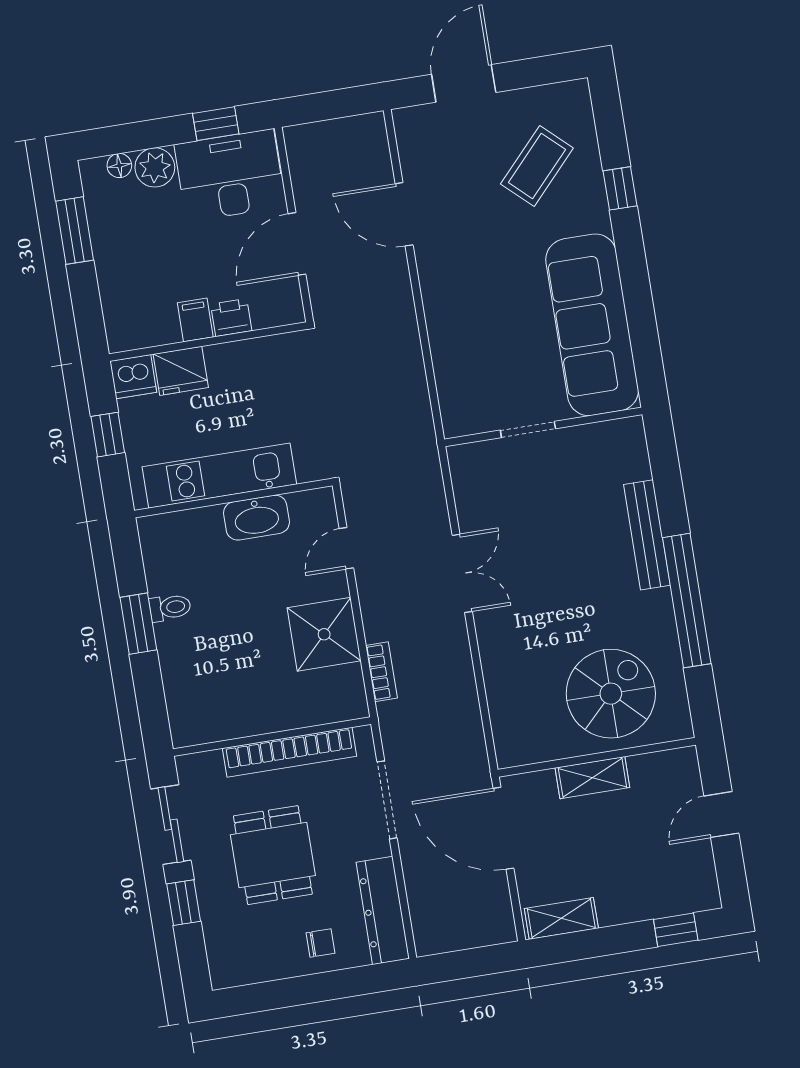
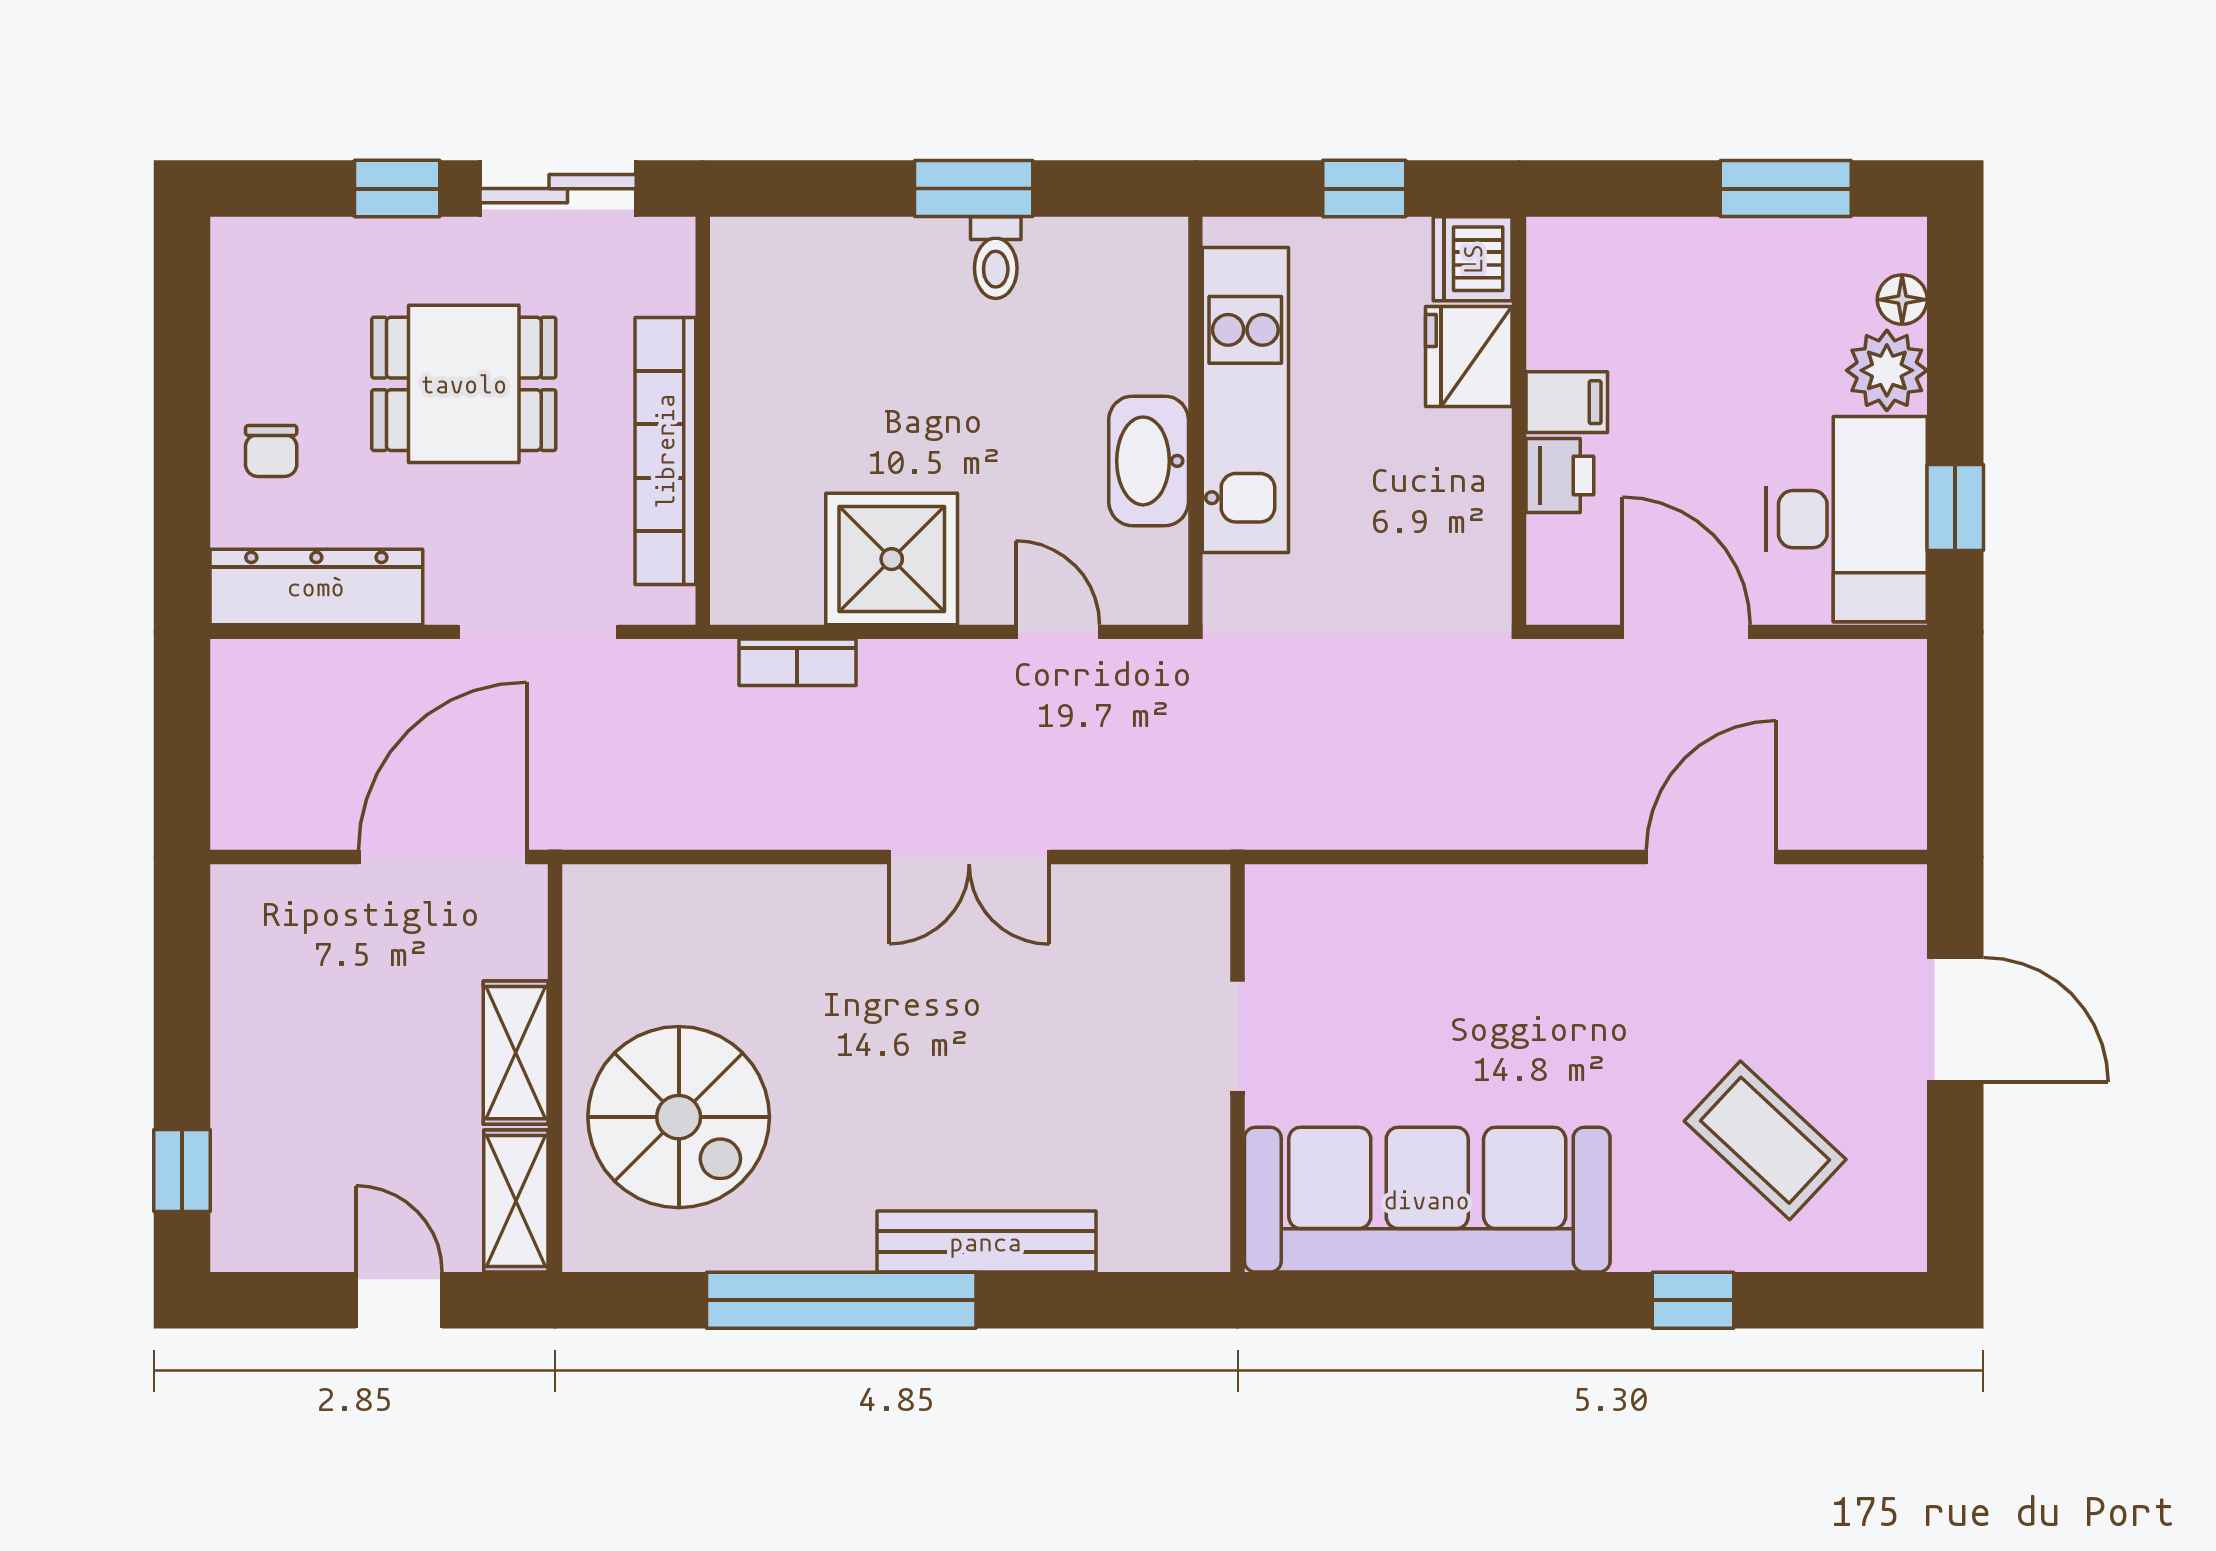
shelving: (561, 918) -> (516, 1201), moved

